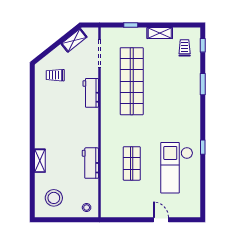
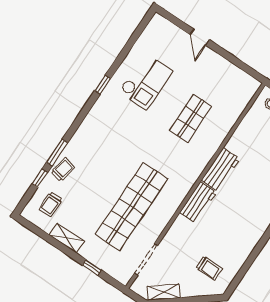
window: (203, 45) -> (40, 178), moved
trolley: (192, 75) -> (63, 170), added
workbench: (91, 93) -> (198, 202), moved
workbench: (90, 163) -> (221, 169), moved
checkout: (177, 168) -> (145, 81), width x0.73, depth x0.83

